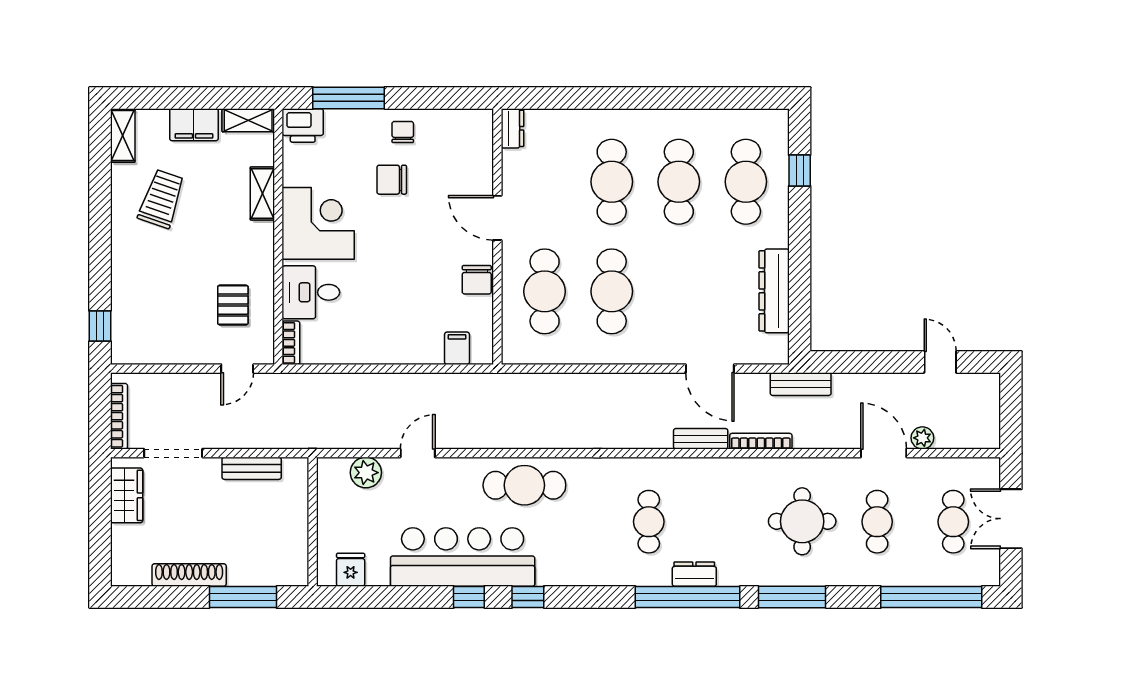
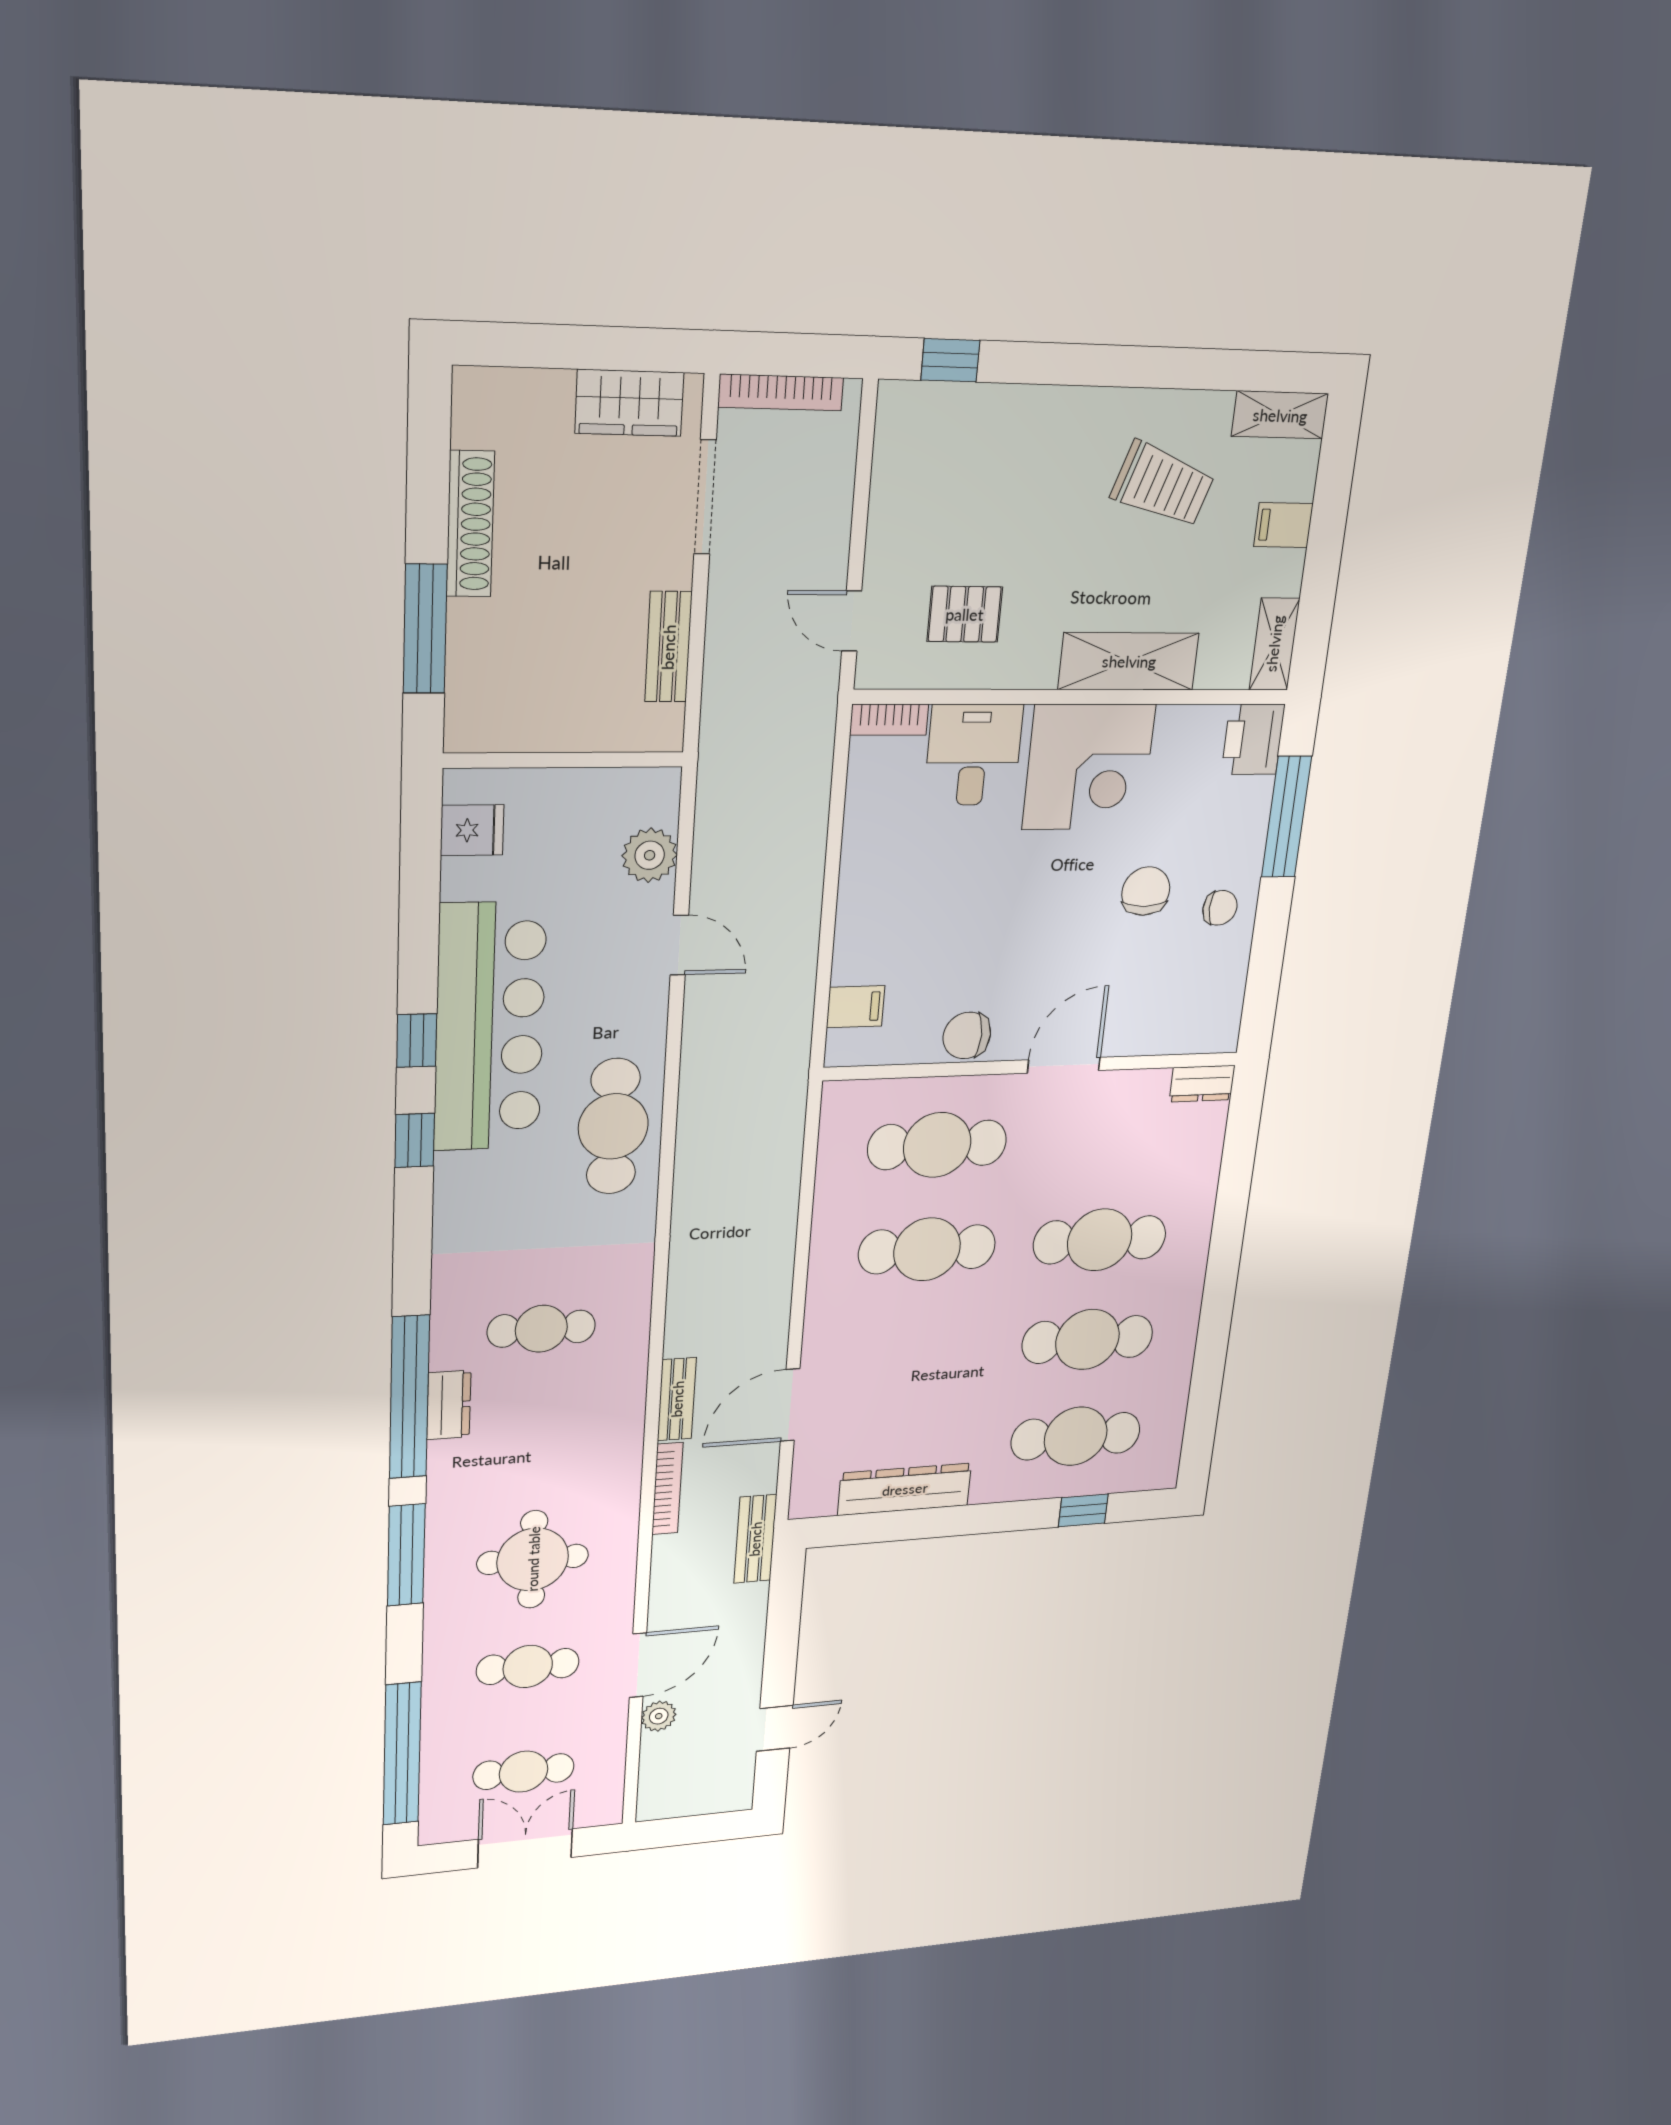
filing cabinet: (194, 125) -> (1283, 525), width x0.50
shelving: (262, 193) -> (1129, 661), width x1.50, depth x1.33

